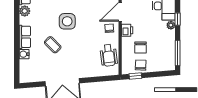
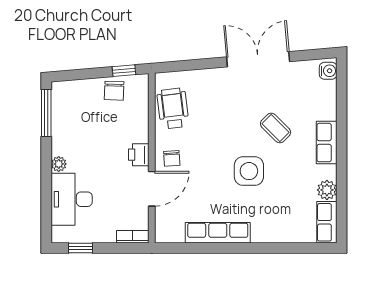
window: (178, 19) -> (46, 175), removed
chair: (141, 48) -> (114, 123), removed
water cooler: (24, 54) -> (328, 71), moved

